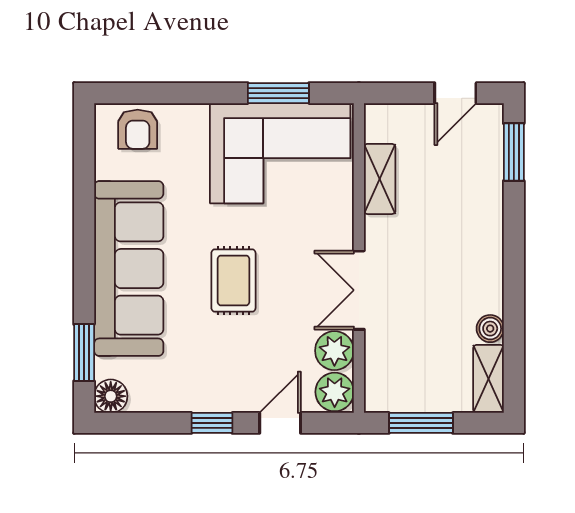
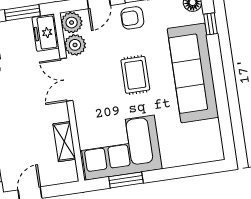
armchair: (138, 129) -> (132, 18), moved, turned -90
double door: (359, 290) -> (67, 80), swing flipped
window: (84, 353) -> (211, 24), width x0.67
freezer: (384, 380) -> (46, 33), added

